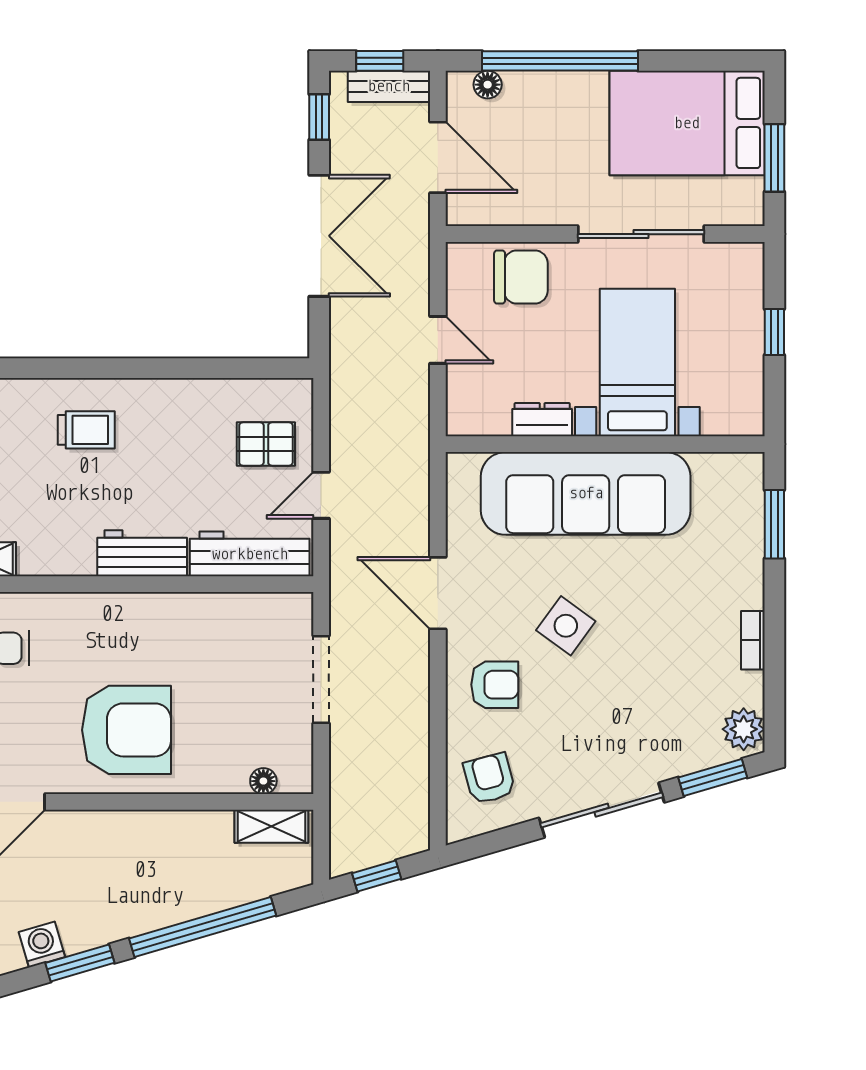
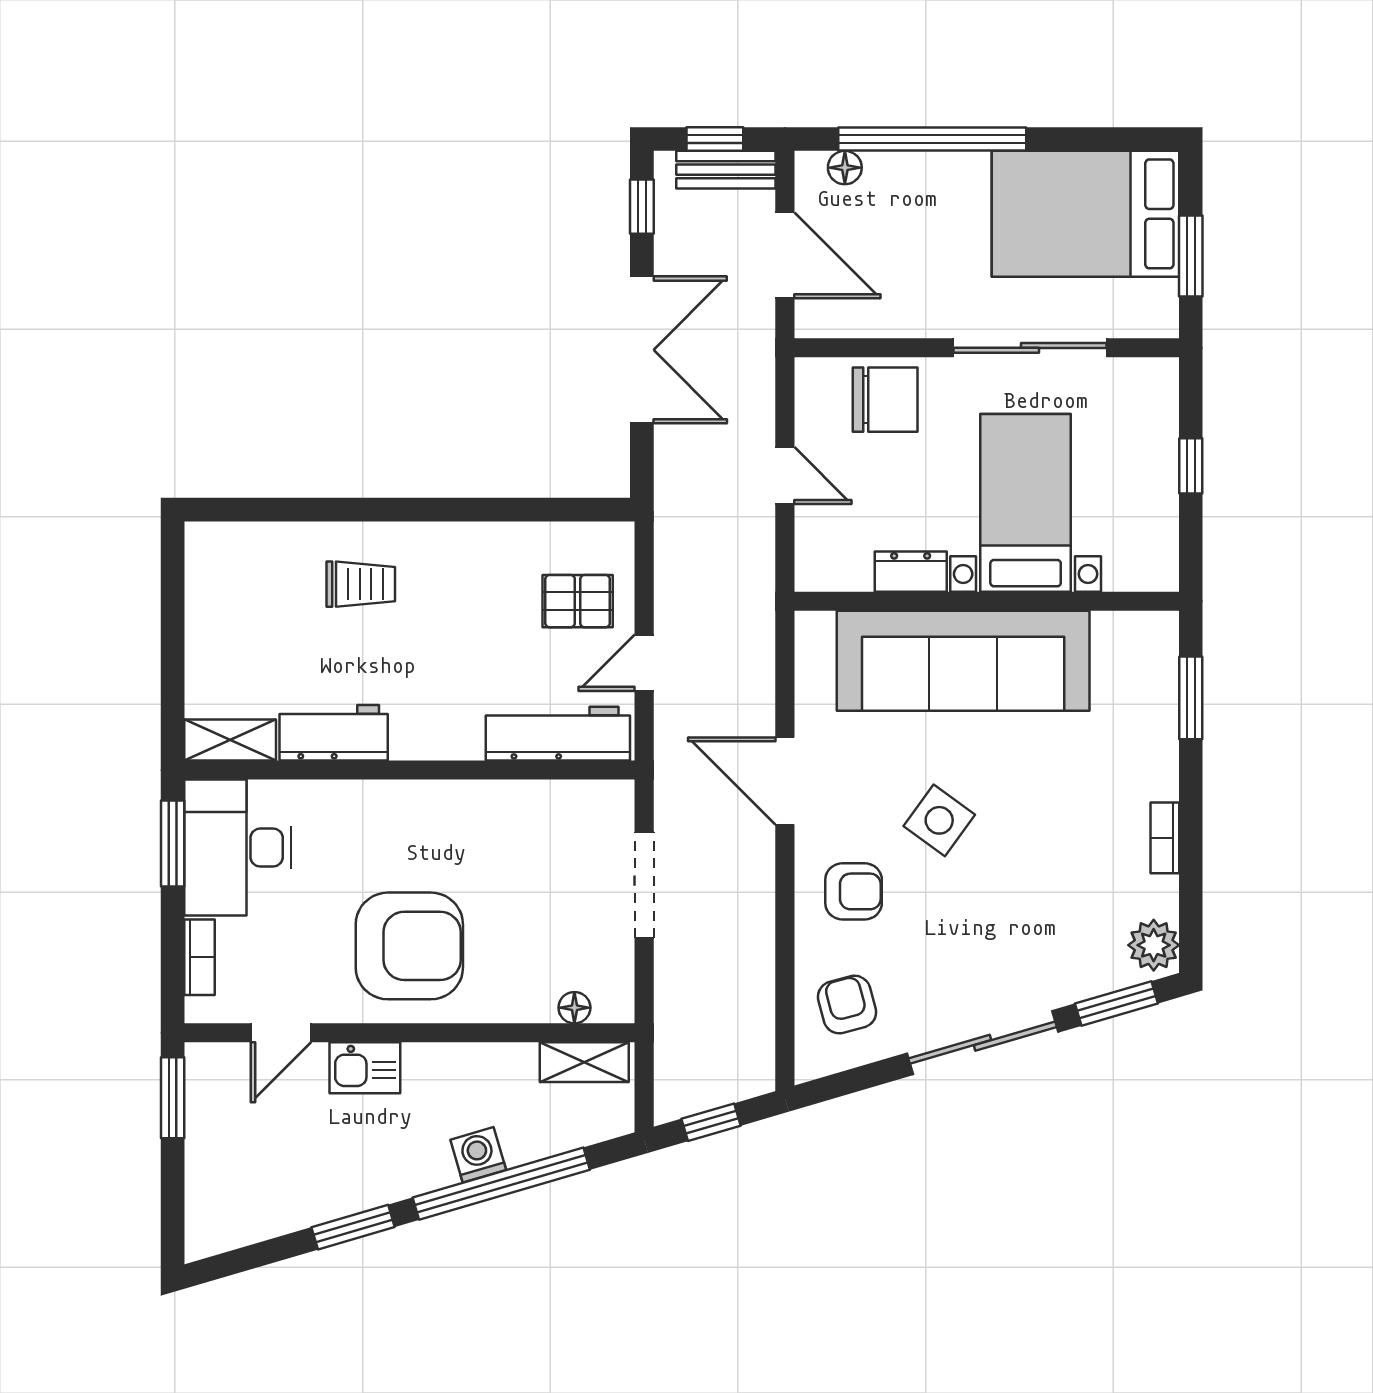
workbench: (142, 553) -> (334, 733), moved
kitchen sink: (90, 831) -> (365, 1068), added
washing machine: (42, 945) -> (478, 1155), moved

